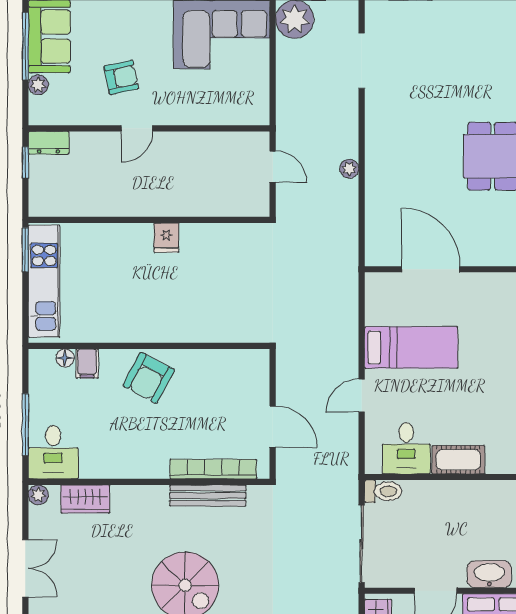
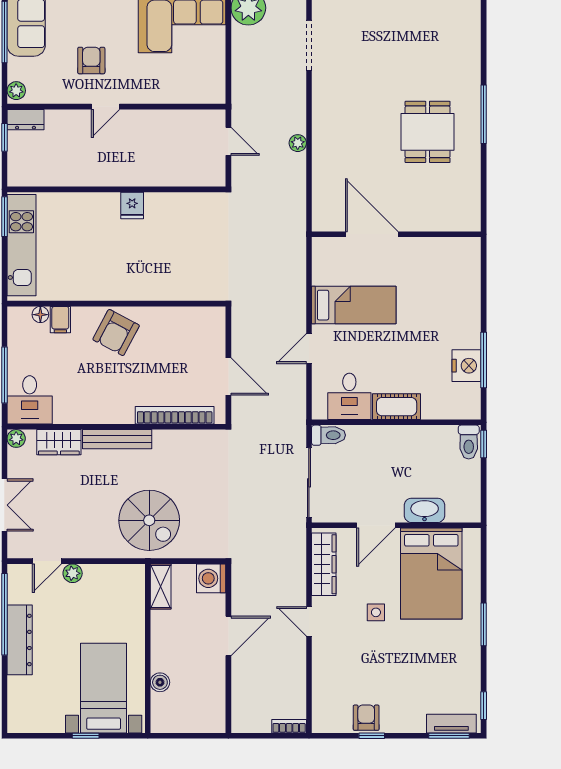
armchair: (121, 77) -> (91, 61), turned -78
plant: (38, 85) -> (16, 91), moved
bench: (208, 496) -> (117, 439), moved

